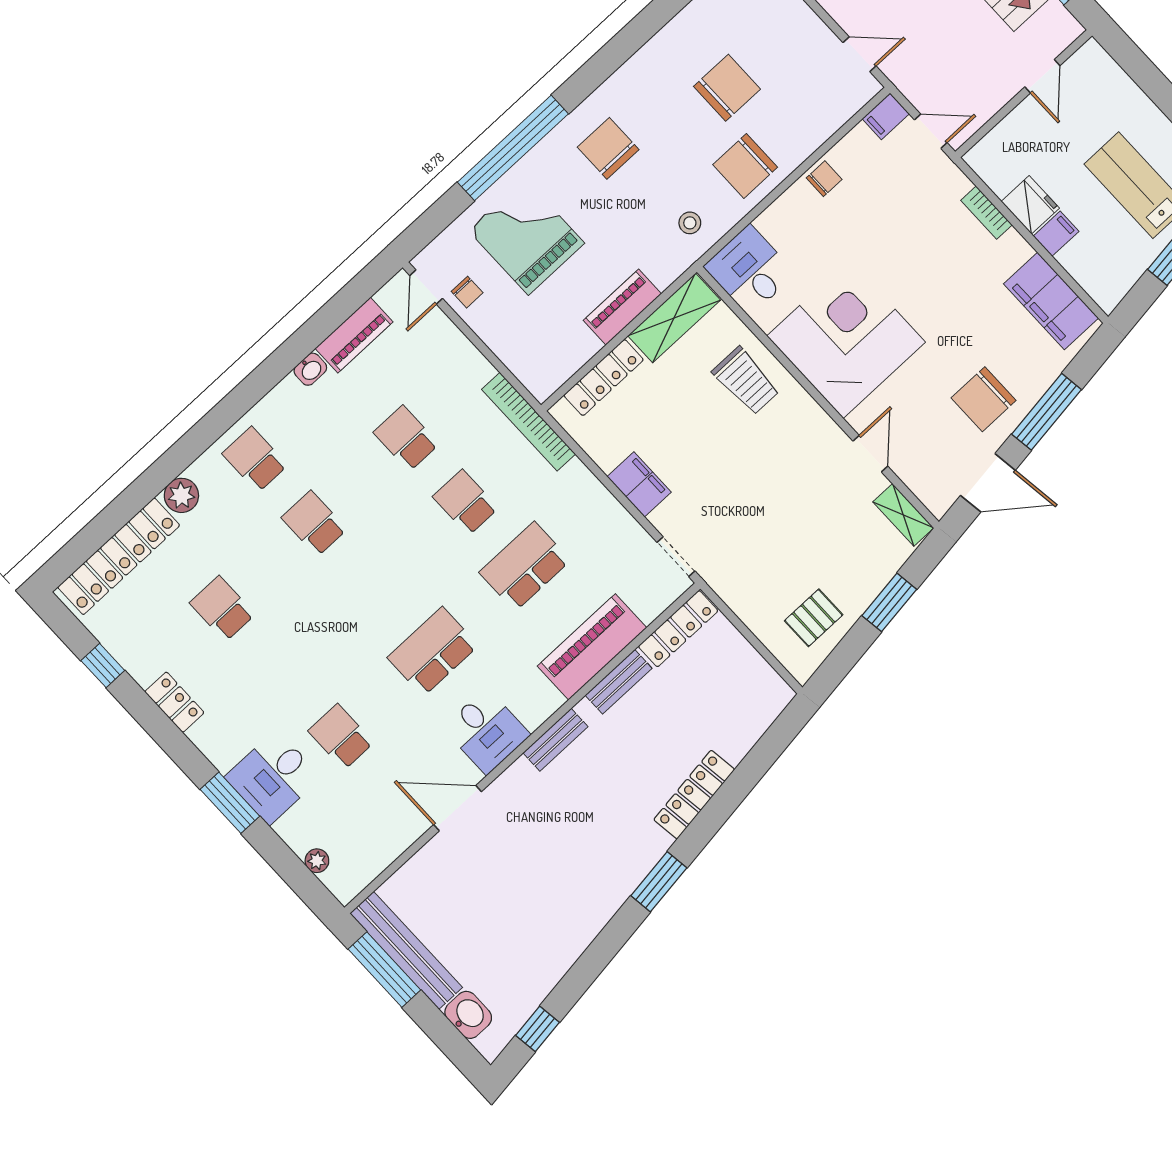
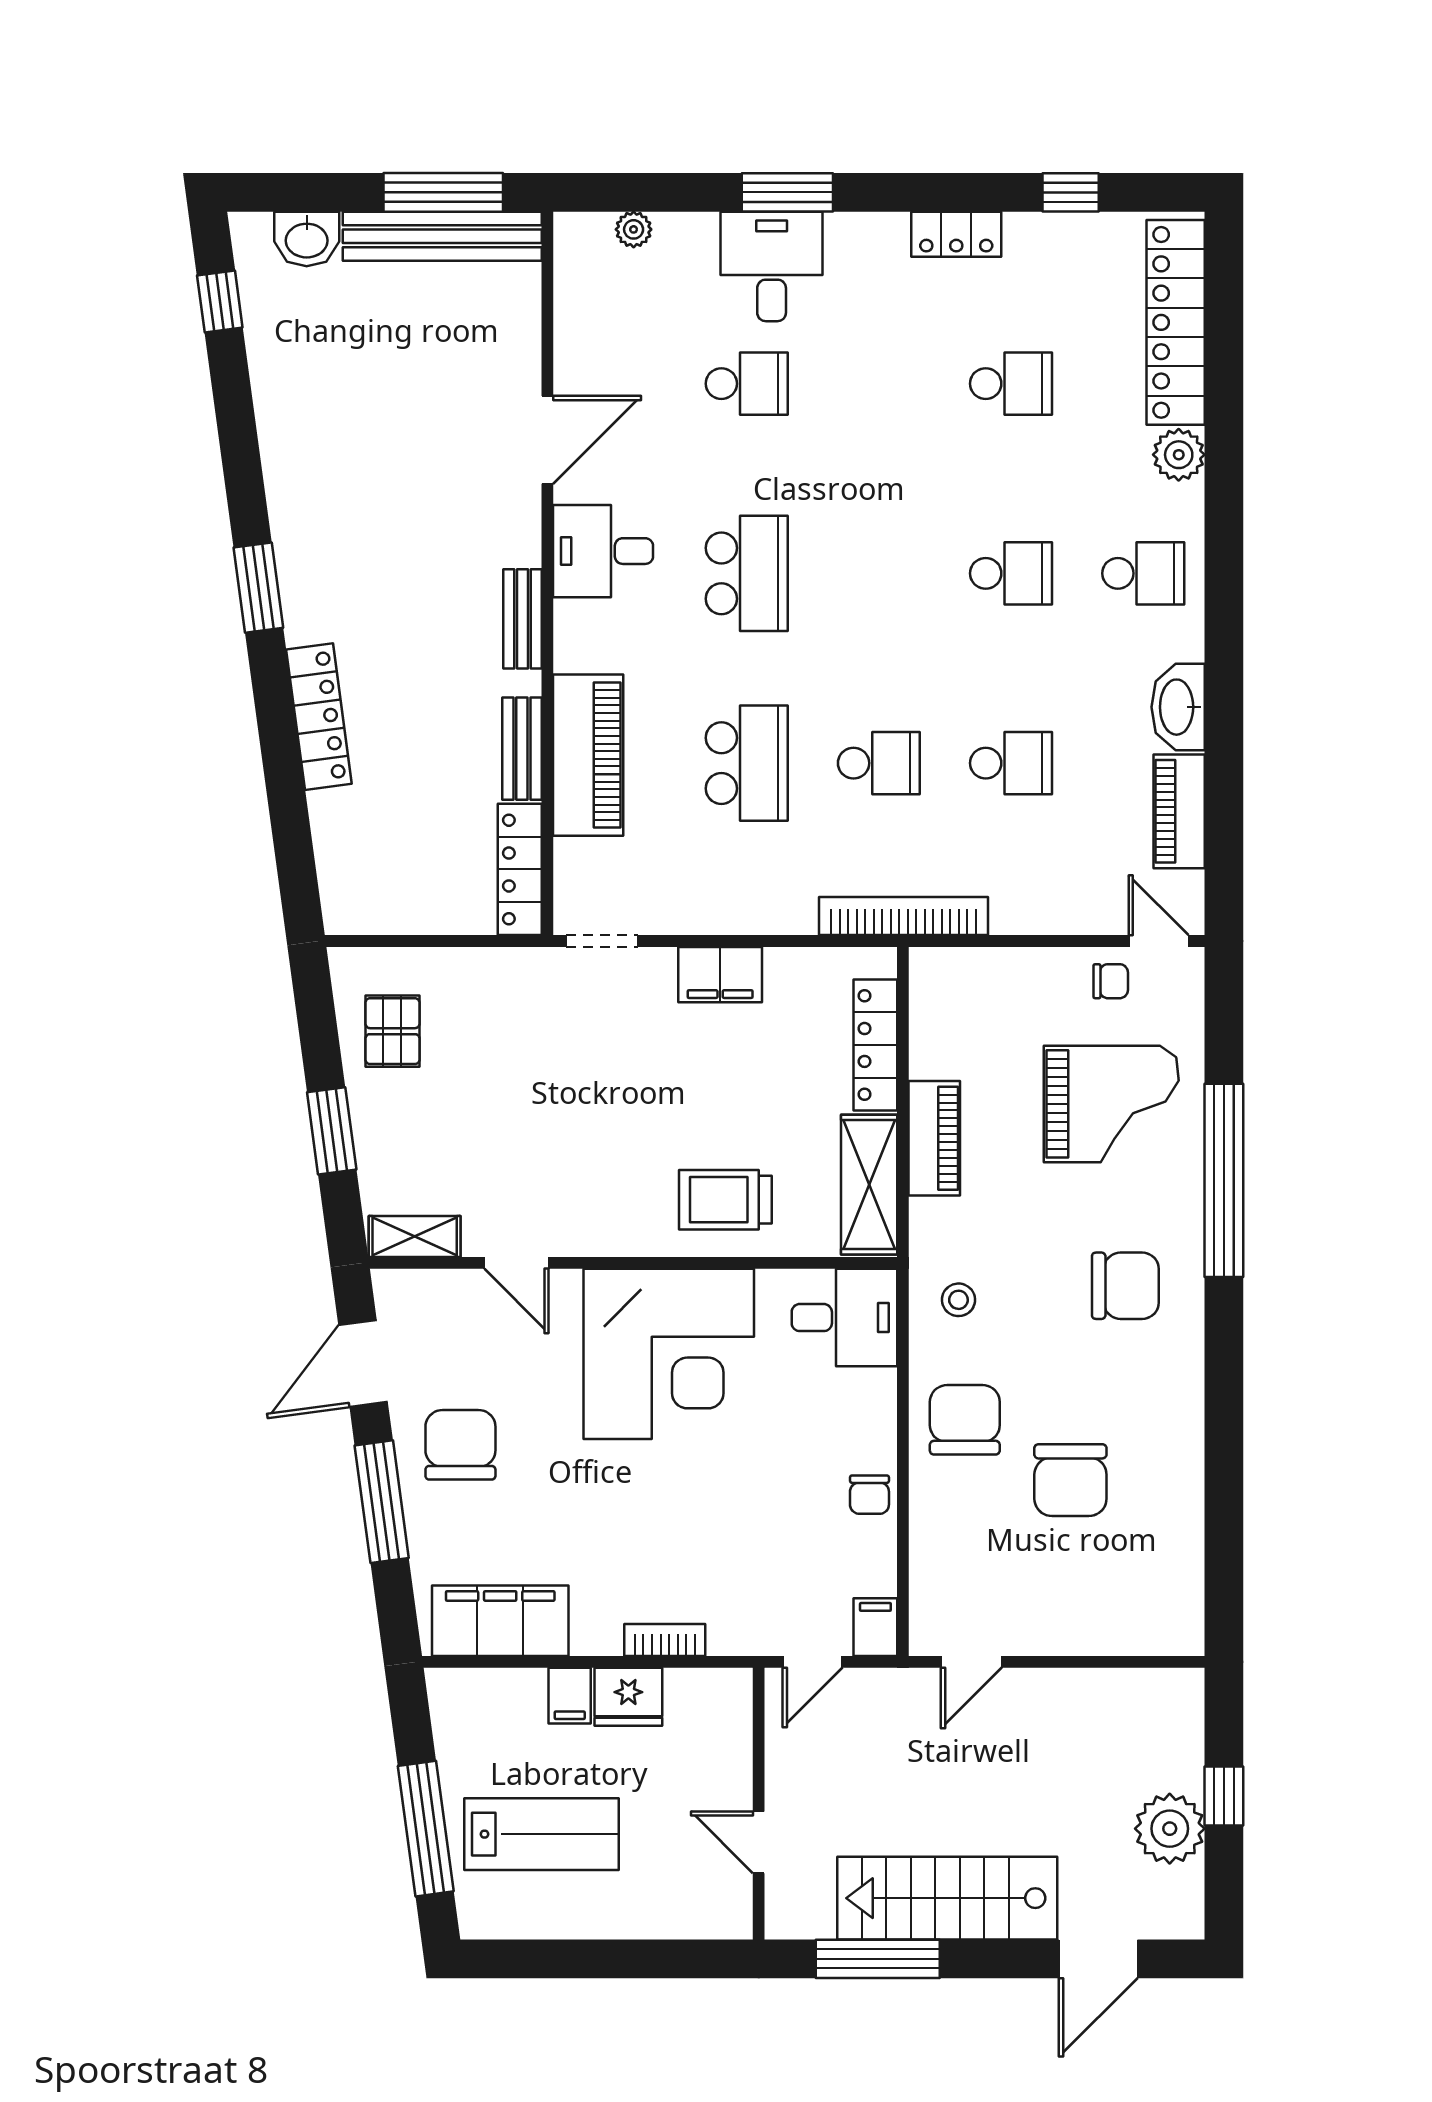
chair: (467, 292) -> (1111, 981), turned 180
washbasin: (310, 369) -> (1178, 707), width x1.91, depth x1.45

